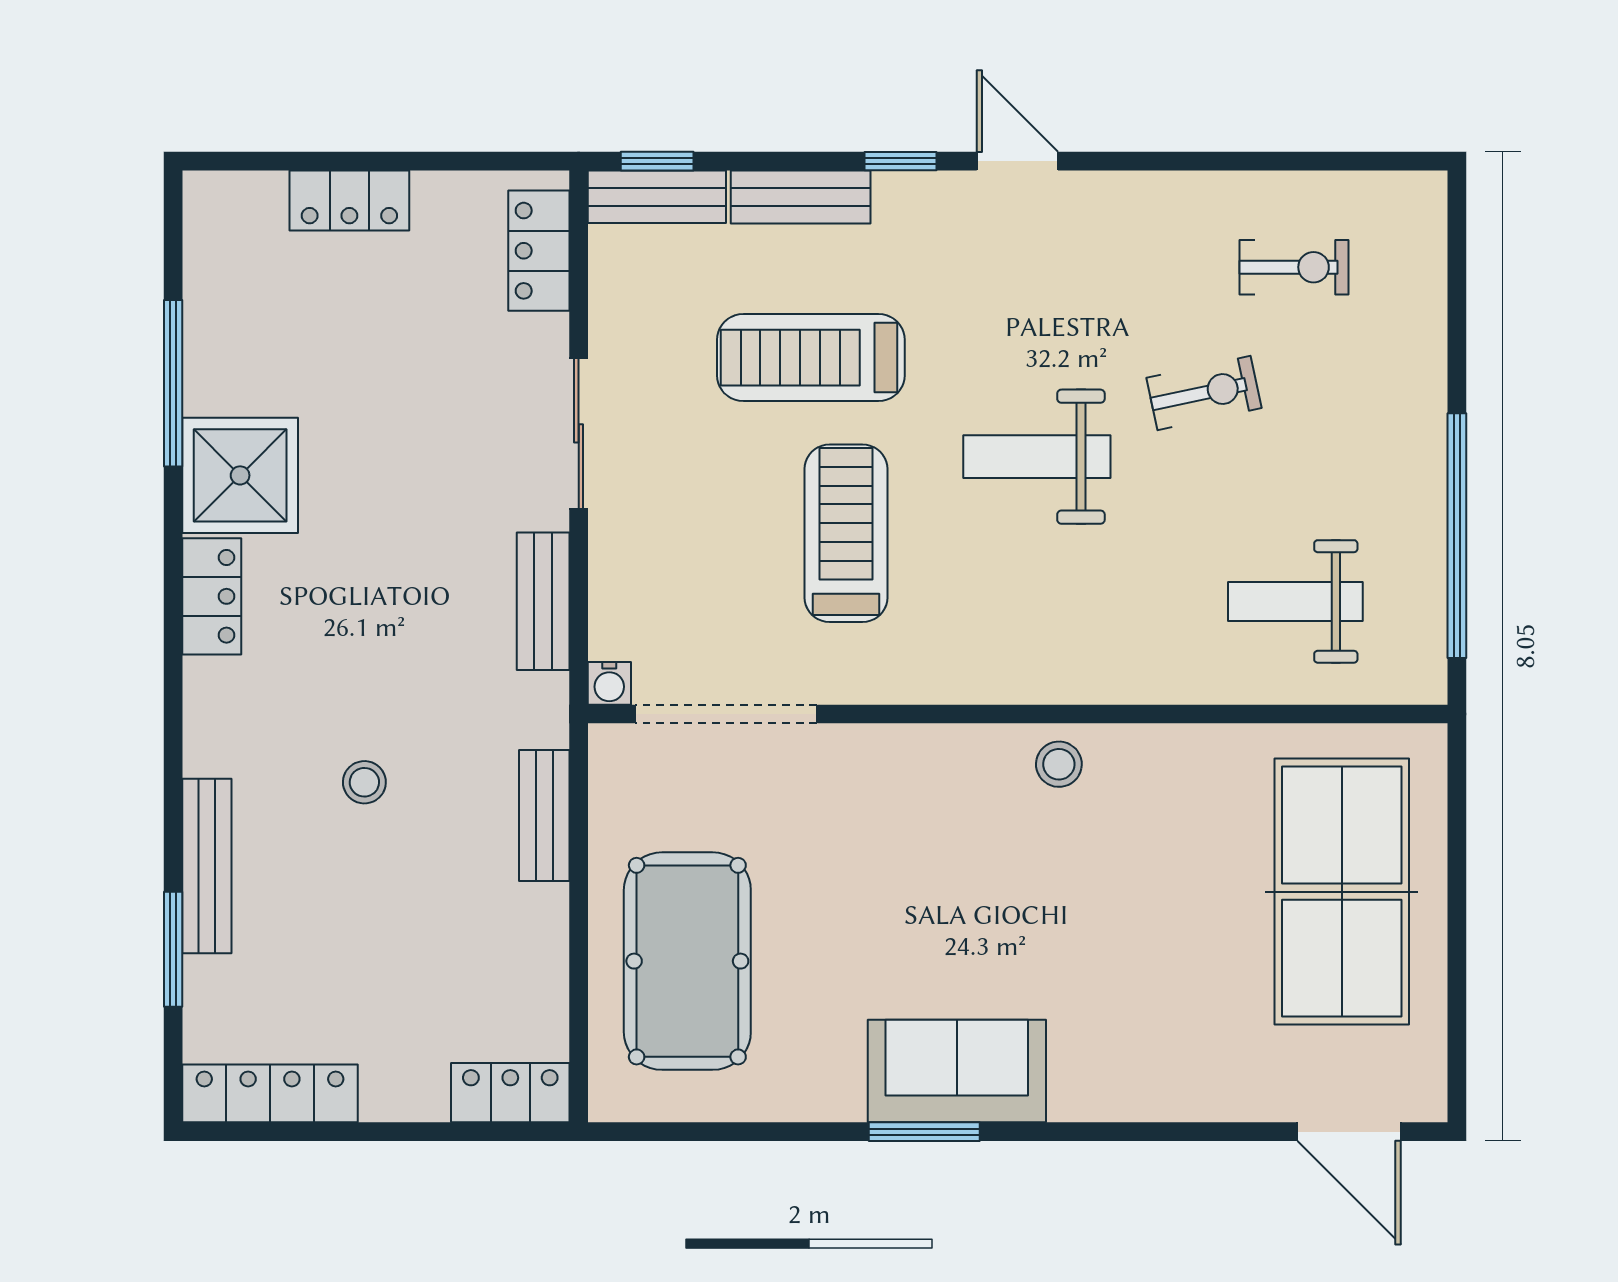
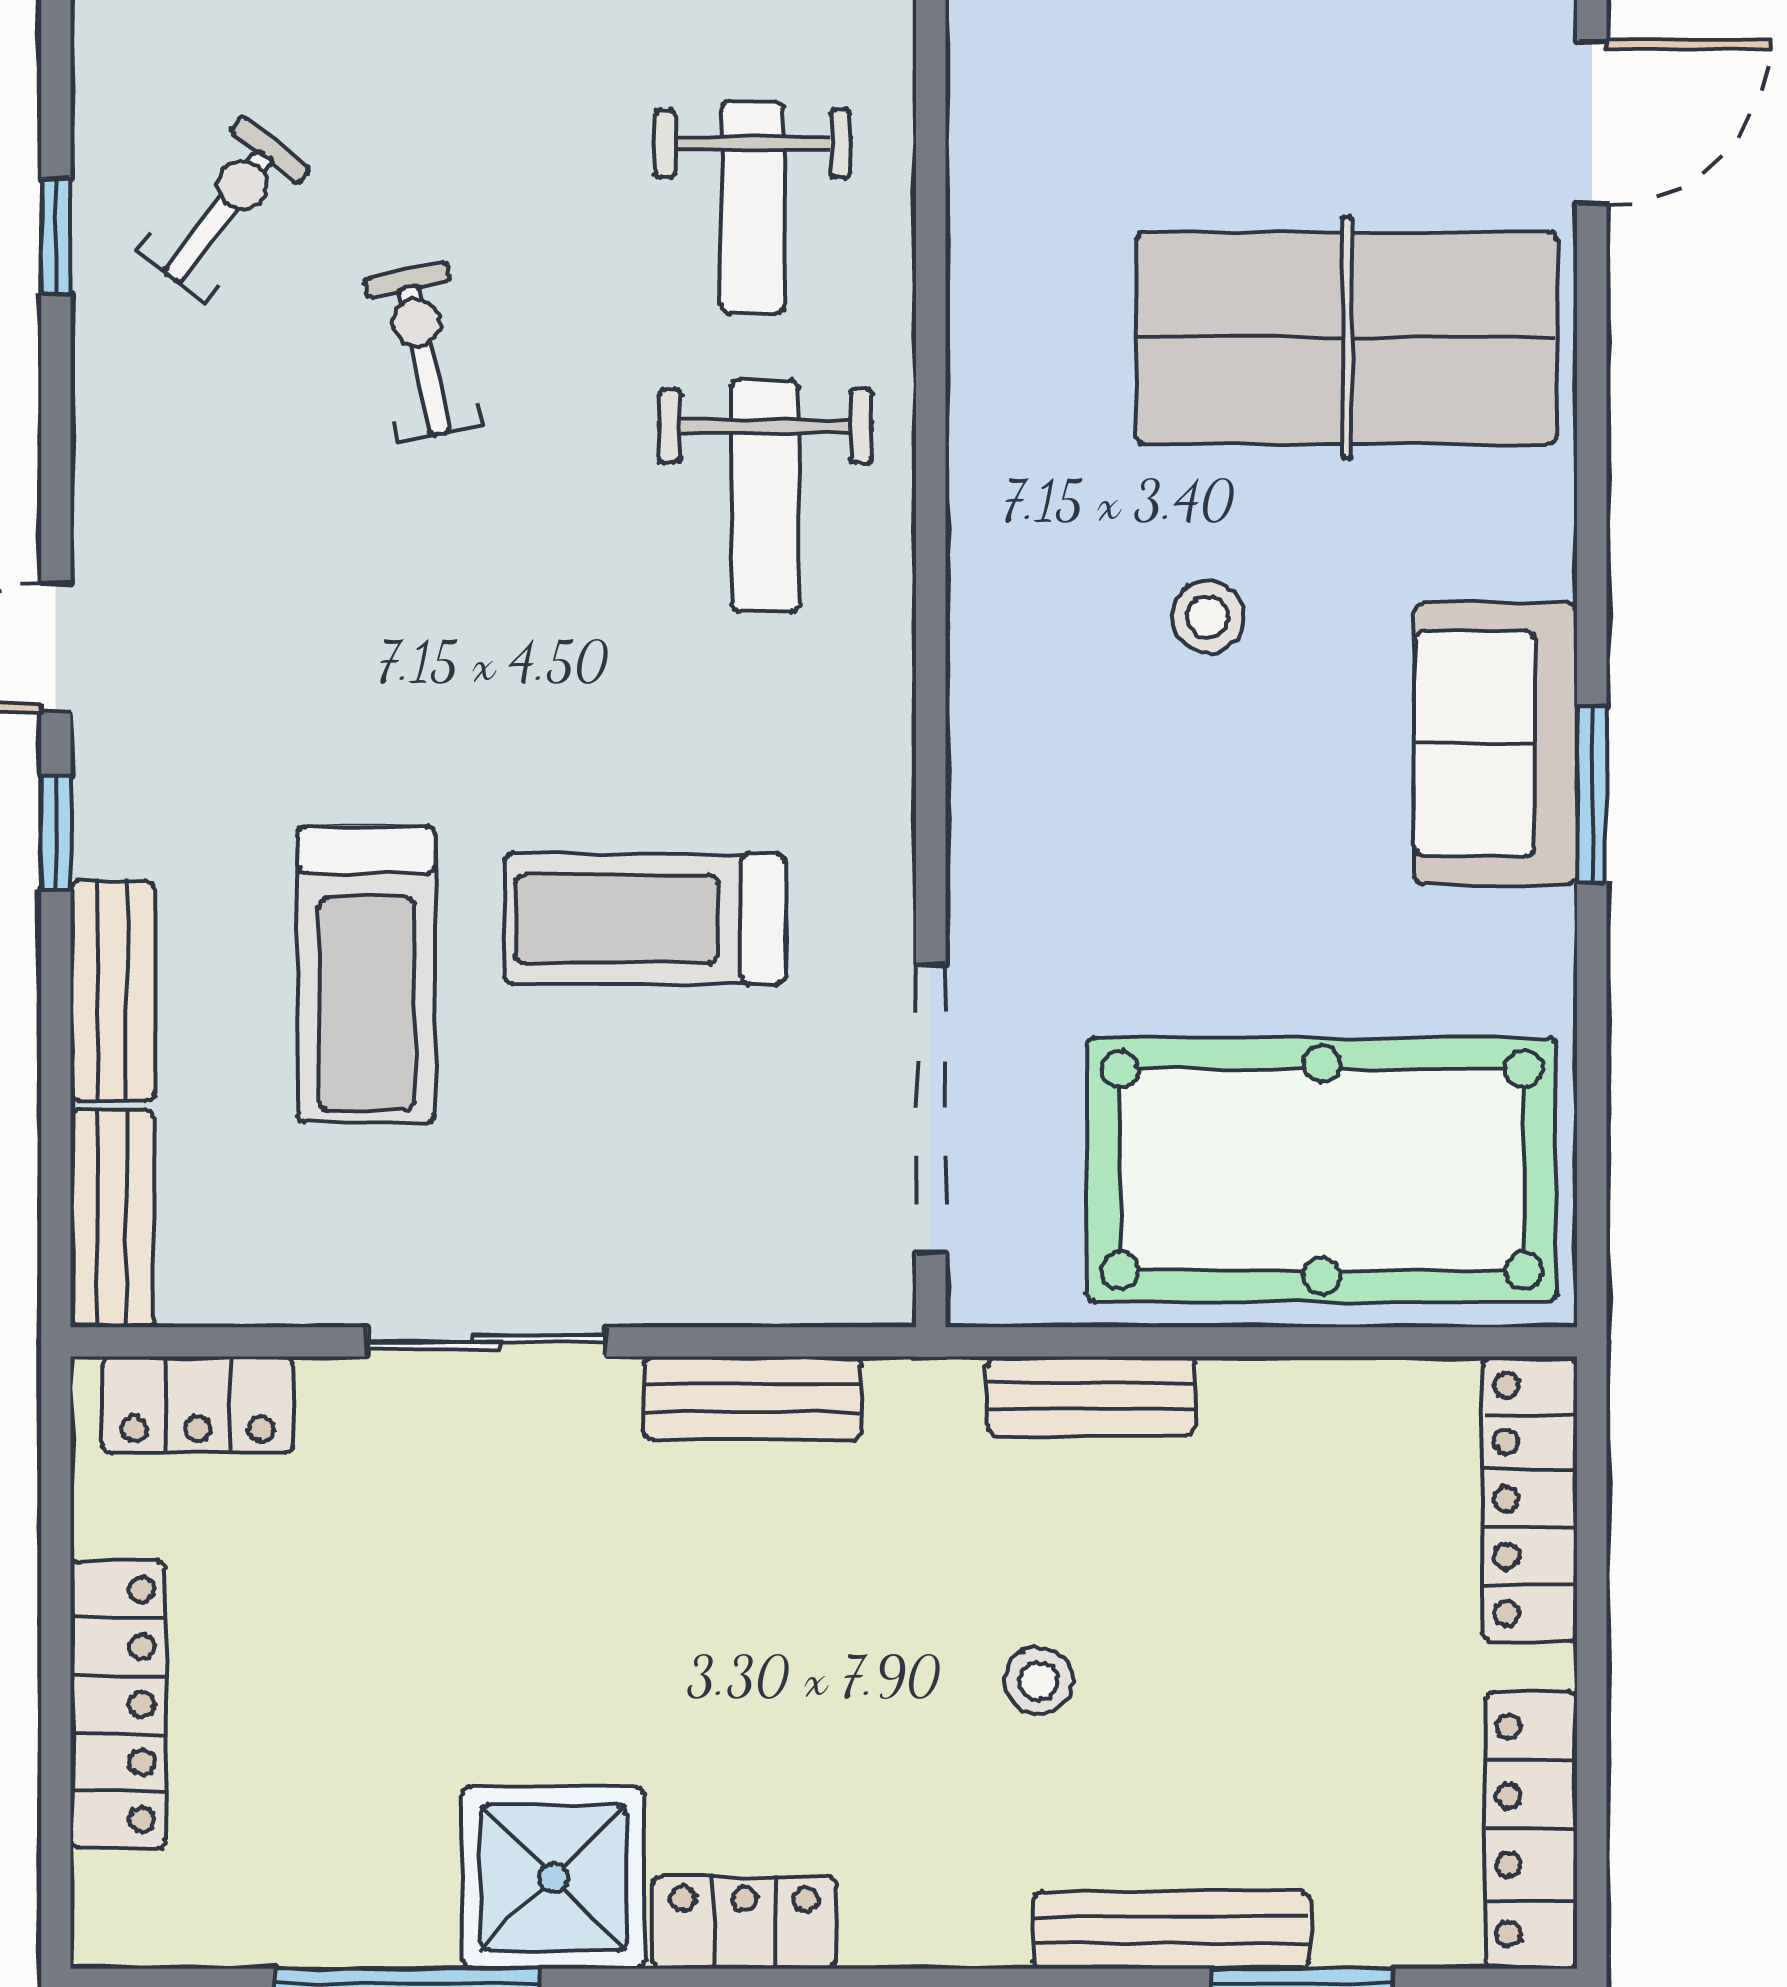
window: (657, 161) -> (56, 236), moved
locker: (349, 201) -> (118, 1705), width x1.53
exercise bike: (1294, 267) -> (224, 210), turned 38
weight bench: (1037, 457) -> (765, 496), moved
water cooler: (609, 683) -> (882, 1293), removed
stool: (1059, 764) -> (1208, 617), moved
table tennis table: (1342, 892) -> (1347, 338), moved
pool table: (687, 961) -> (1322, 1170), width x1.36, depth x1.32
locker: (510, 1093) -> (1530, 1499), width x1.53

